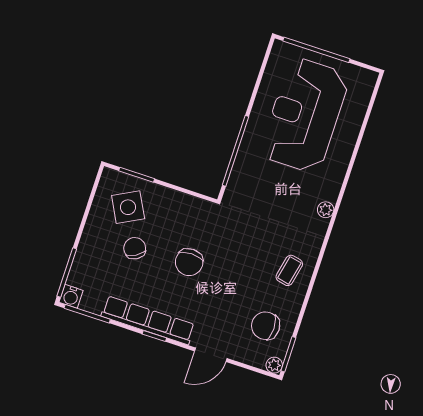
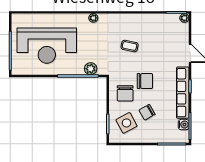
plant: (241, 177) -> (91, 69), added
coffee table: (289, 270) -> (130, 46), moved
water cooler: (71, 296) -> (184, 125), moved
chair: (266, 326) -> (125, 93), moved

